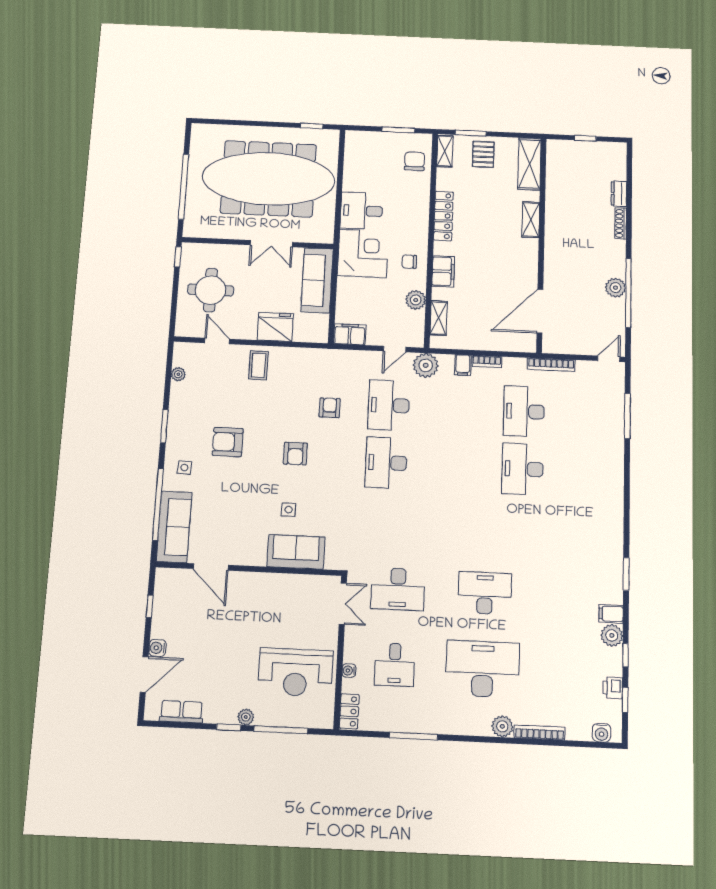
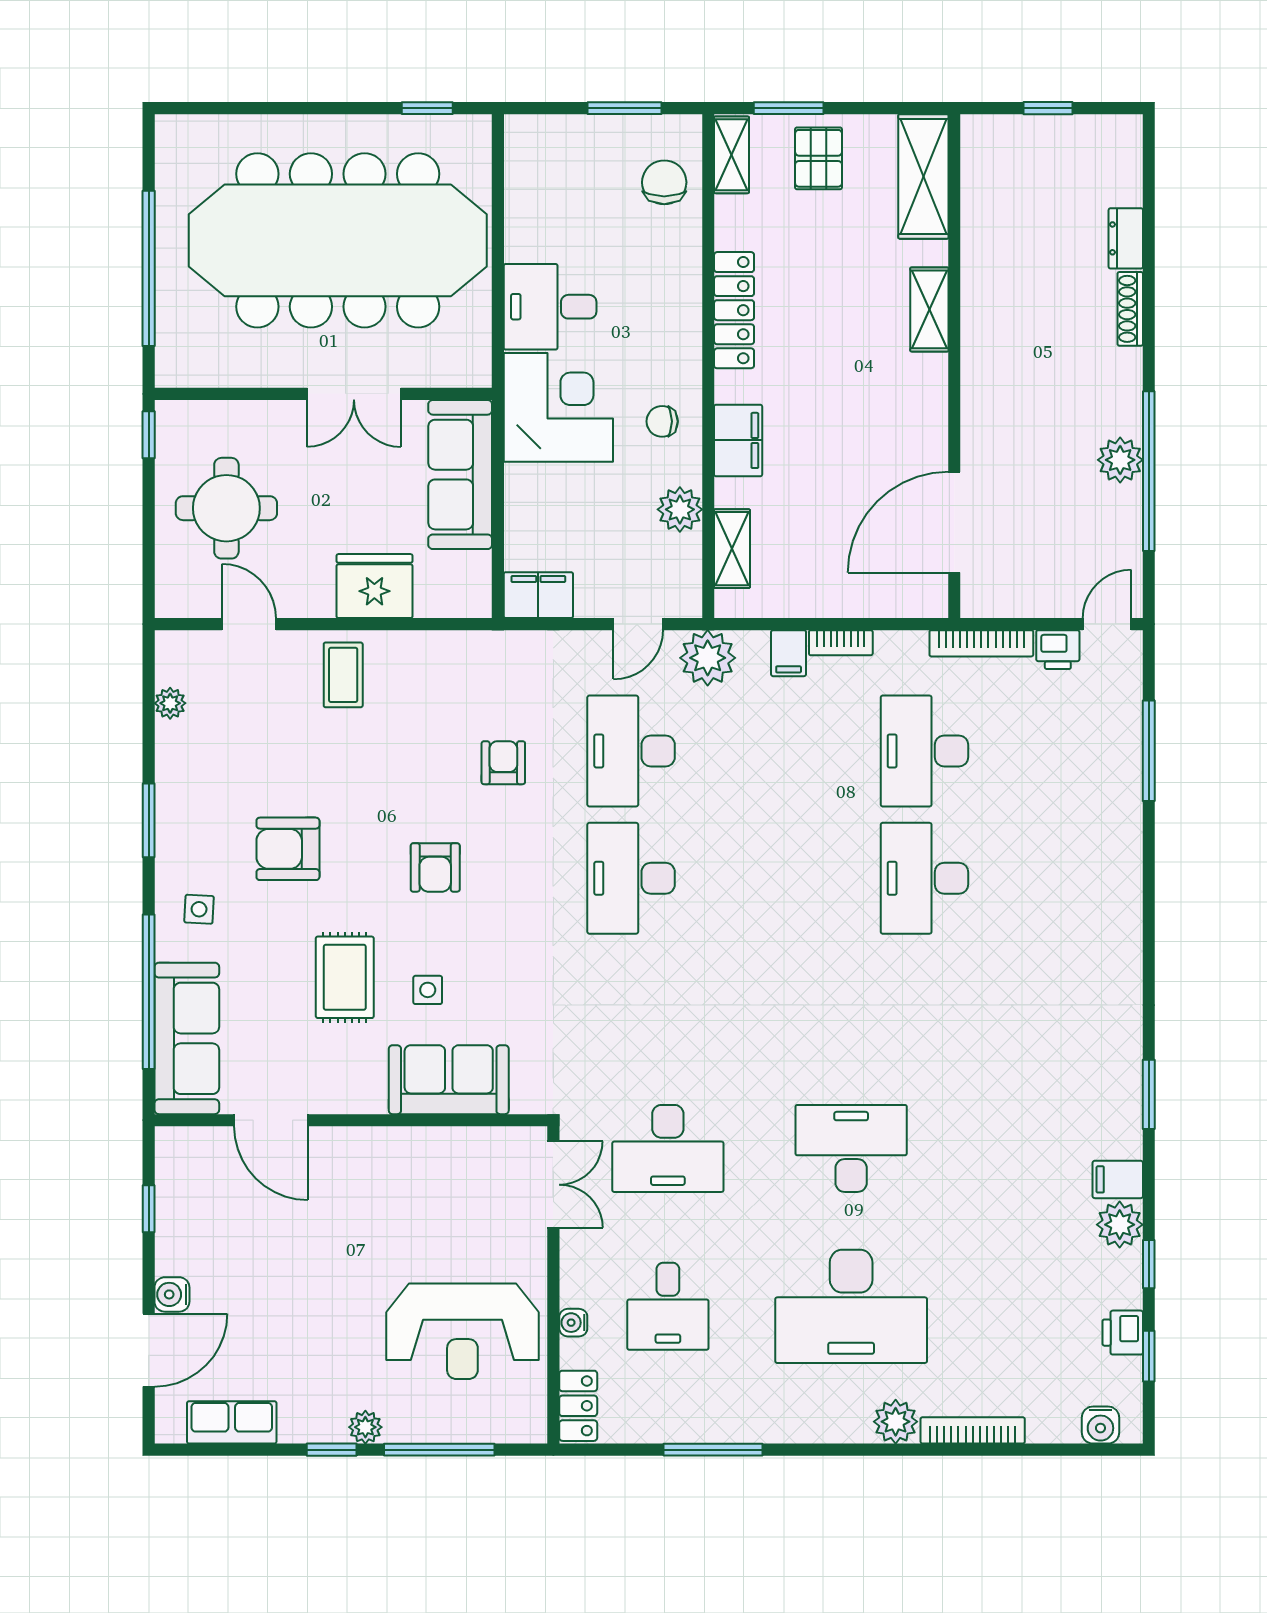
printer: (586, 369) -> (1058, 650), added
rug: (250, 502) -> (345, 977), added
desk: (482, 669) -> (851, 1306), turned 180

